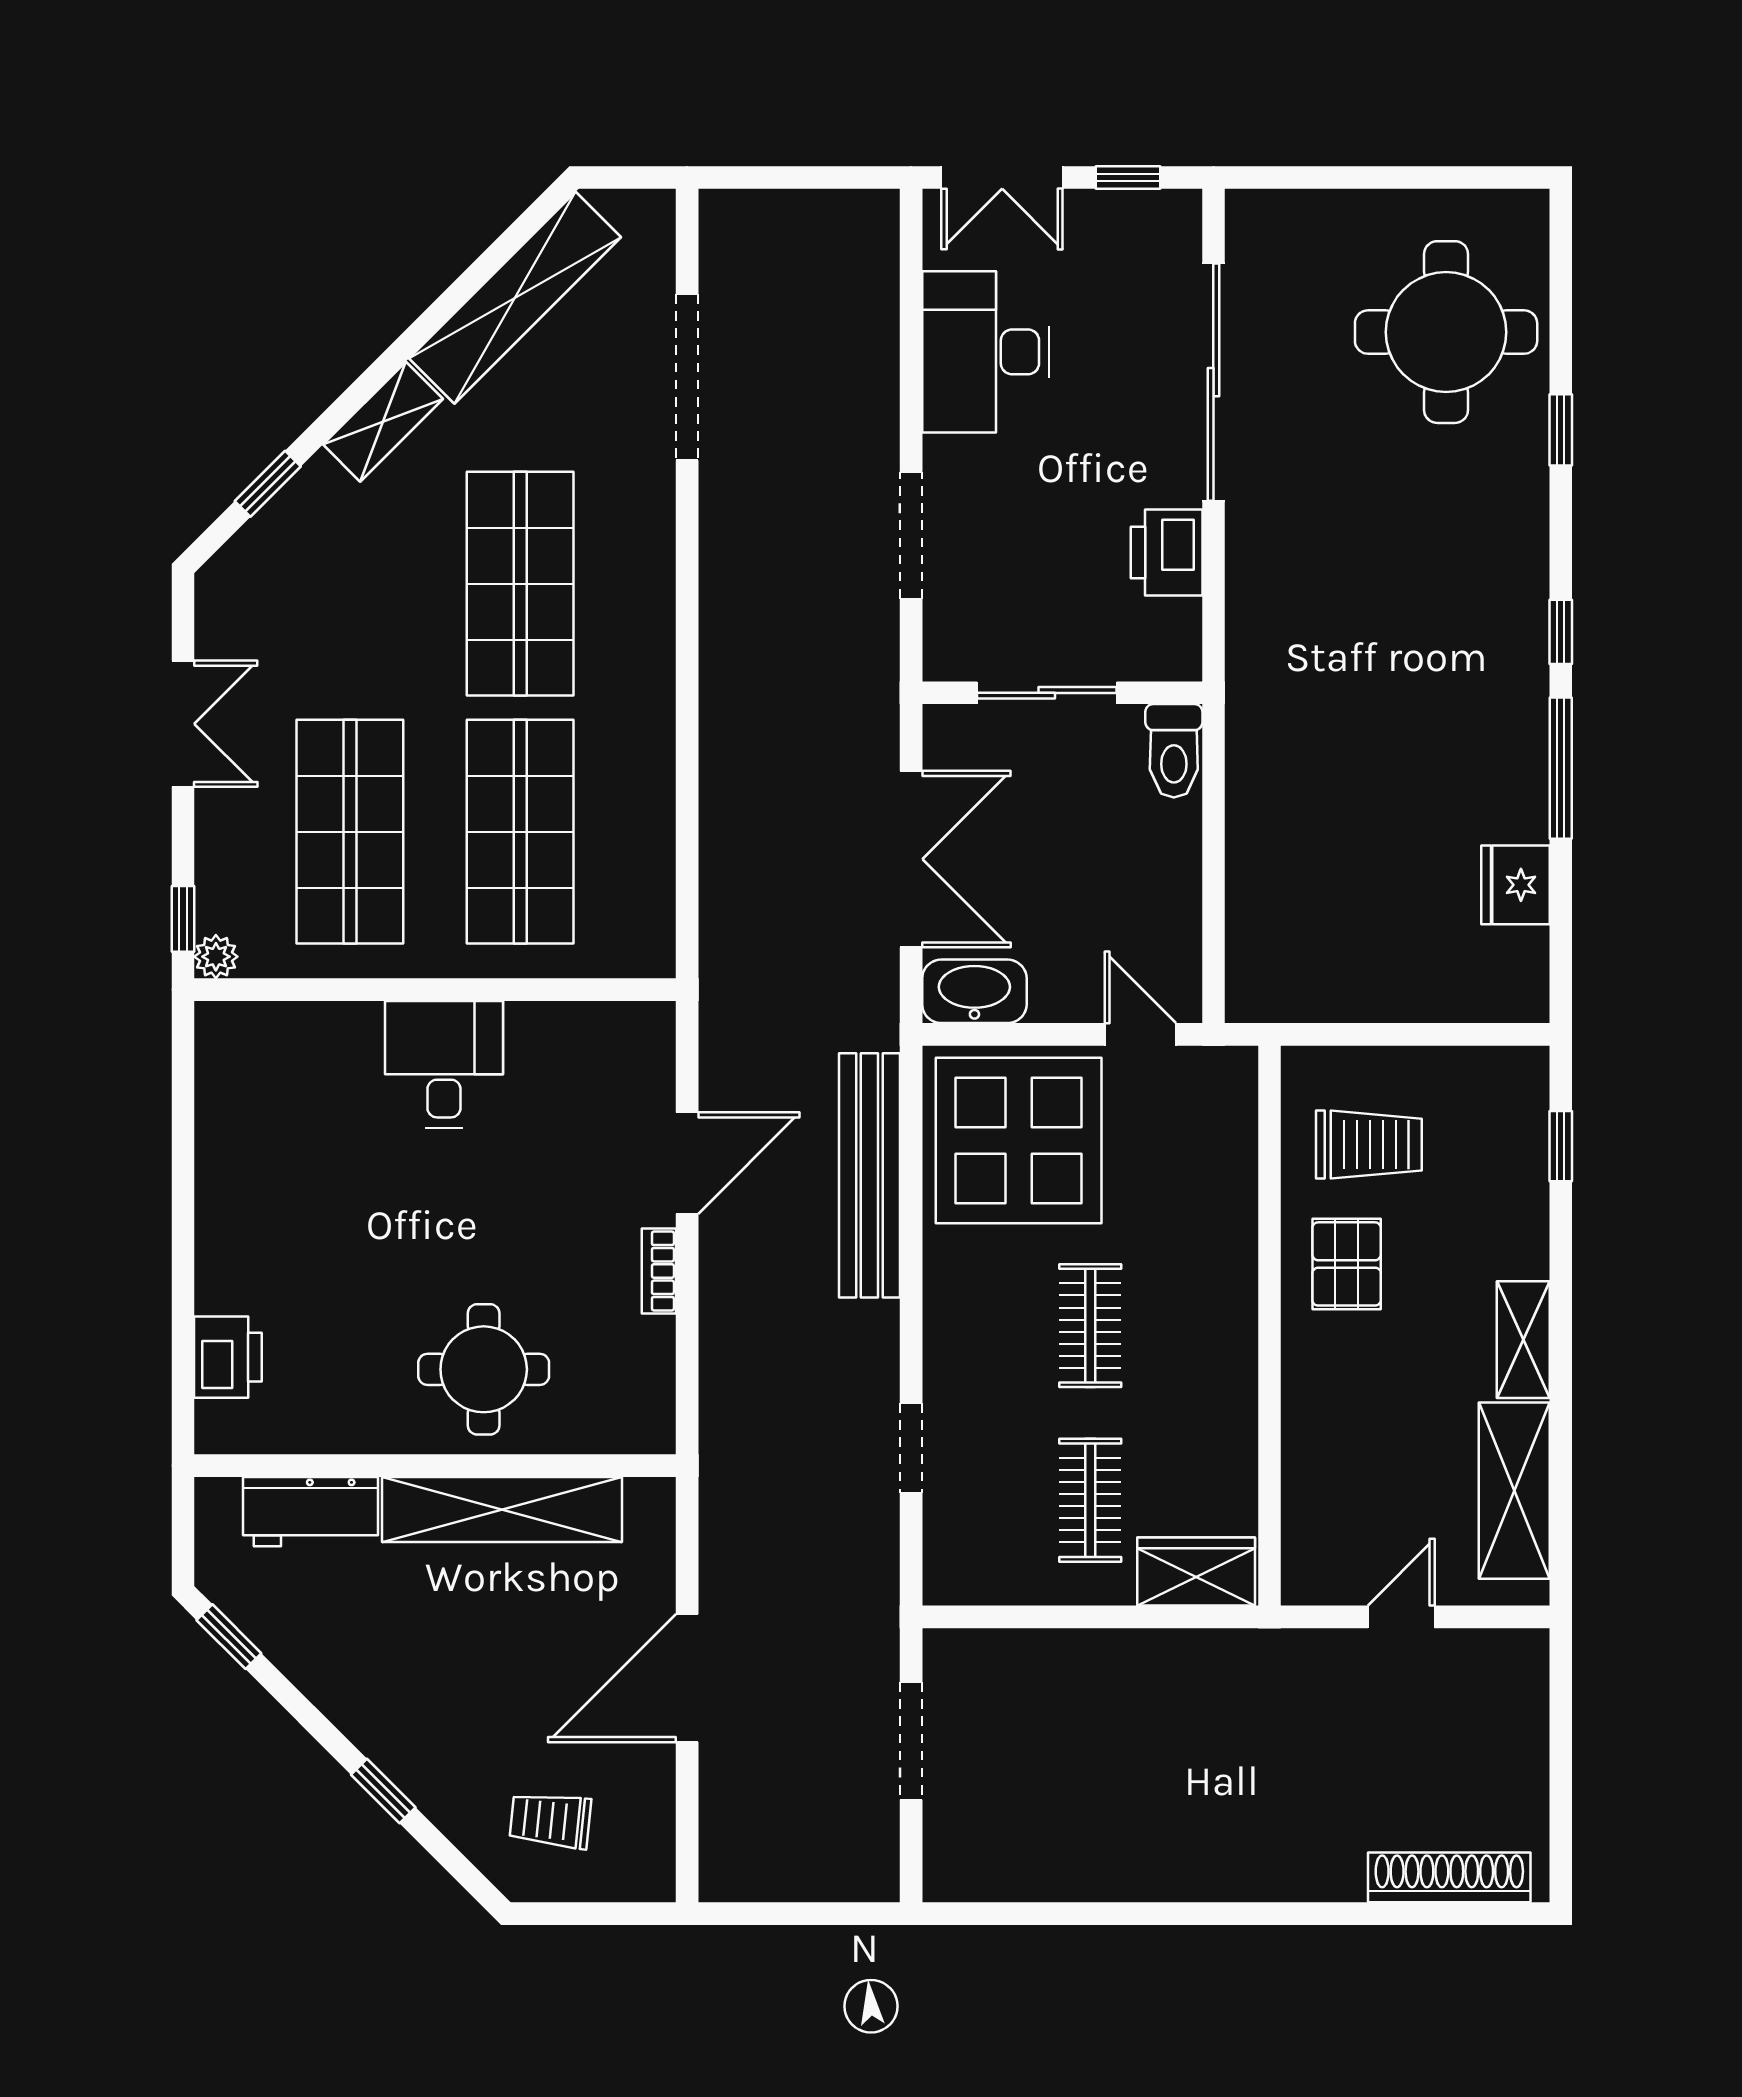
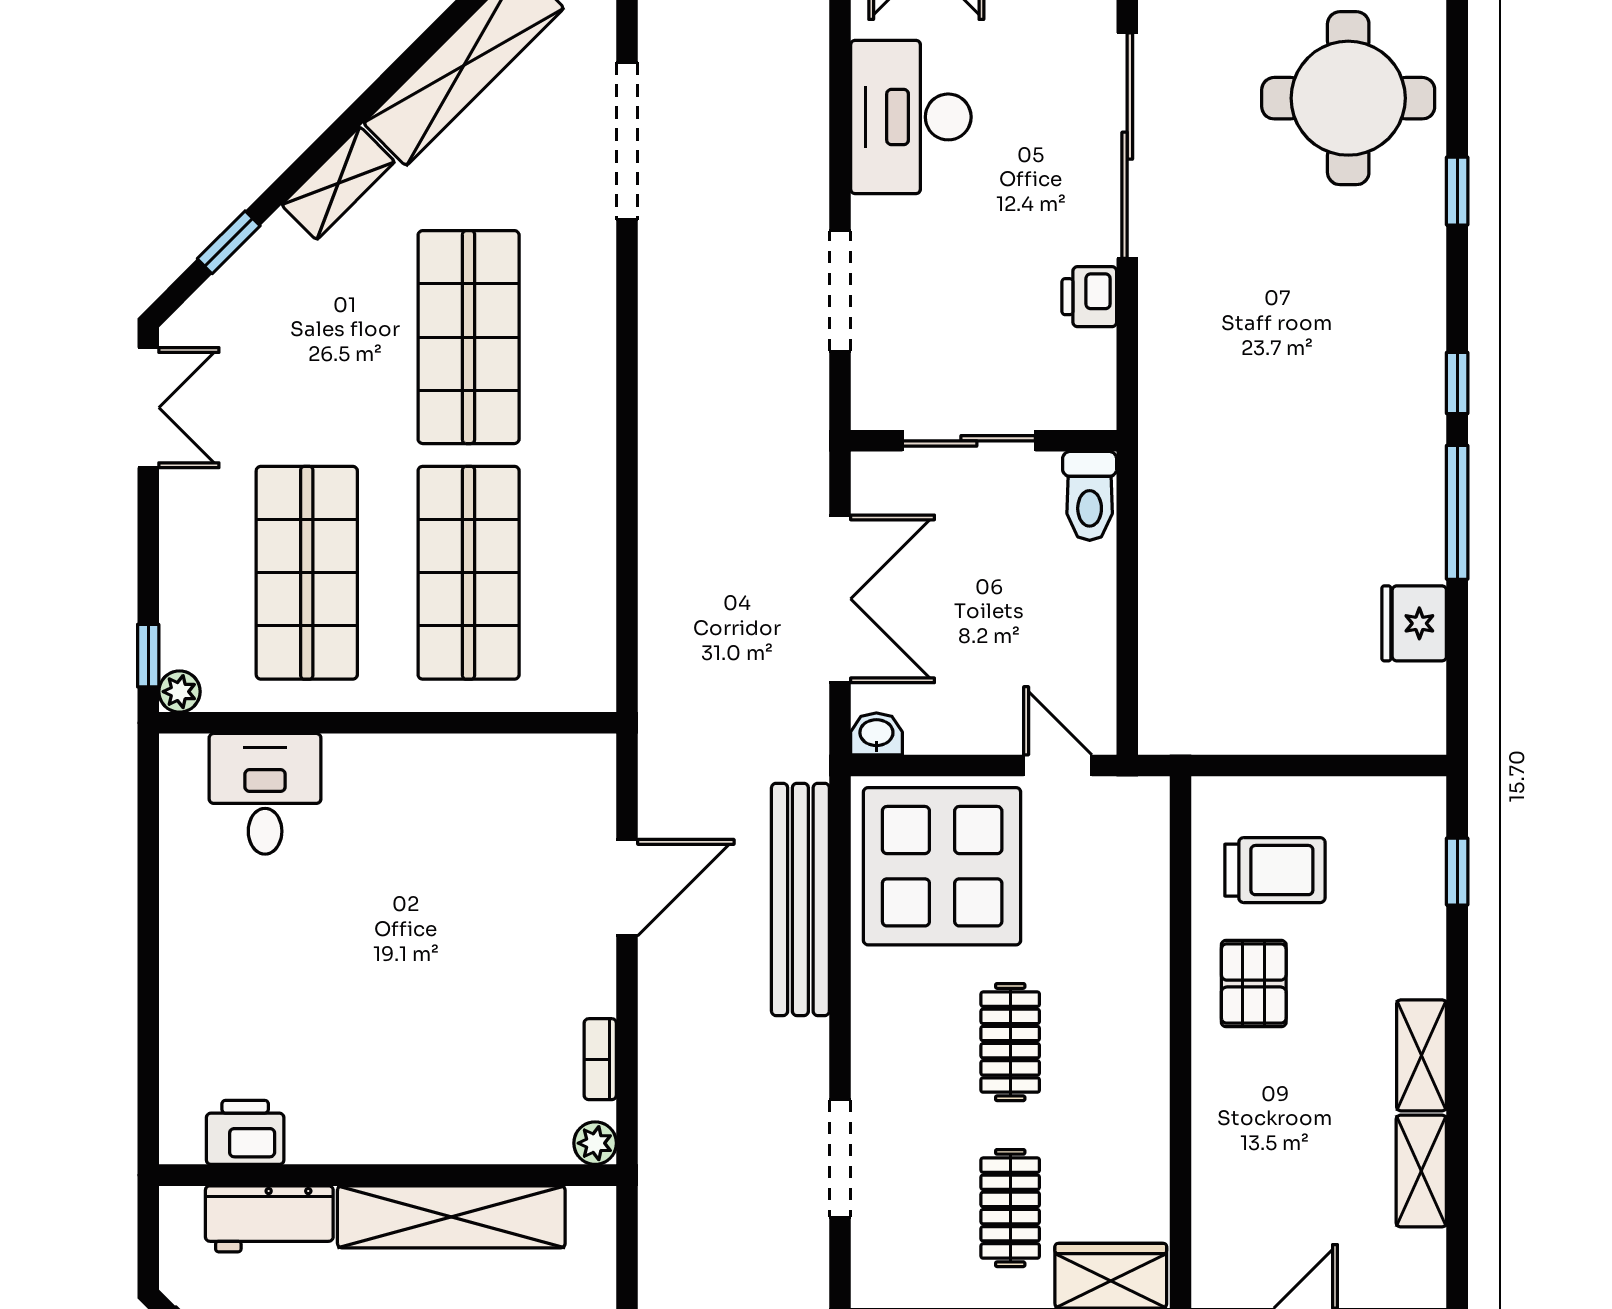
printer: (1167, 553) -> (1089, 297), width x0.73, depth x0.81
double door: (183, 724) -> (148, 408), moved
washbasin: (974, 991) -> (876, 734), width x0.52, depth x0.69
desk: (444, 1064) -> (265, 794), moved
bookcase: (659, 1271) -> (600, 1059), moved
printer: (228, 1357) -> (245, 1132), moved, turned -90
round table: (484, 1369) -> (434, 1084), removed
plant: (653, 1432) -> (595, 1143), added
doorway: (911, 1448) -> (840, 1158), width x1.38
shelving: (1514, 1491) -> (1421, 1171), width x0.67, depth x0.75

